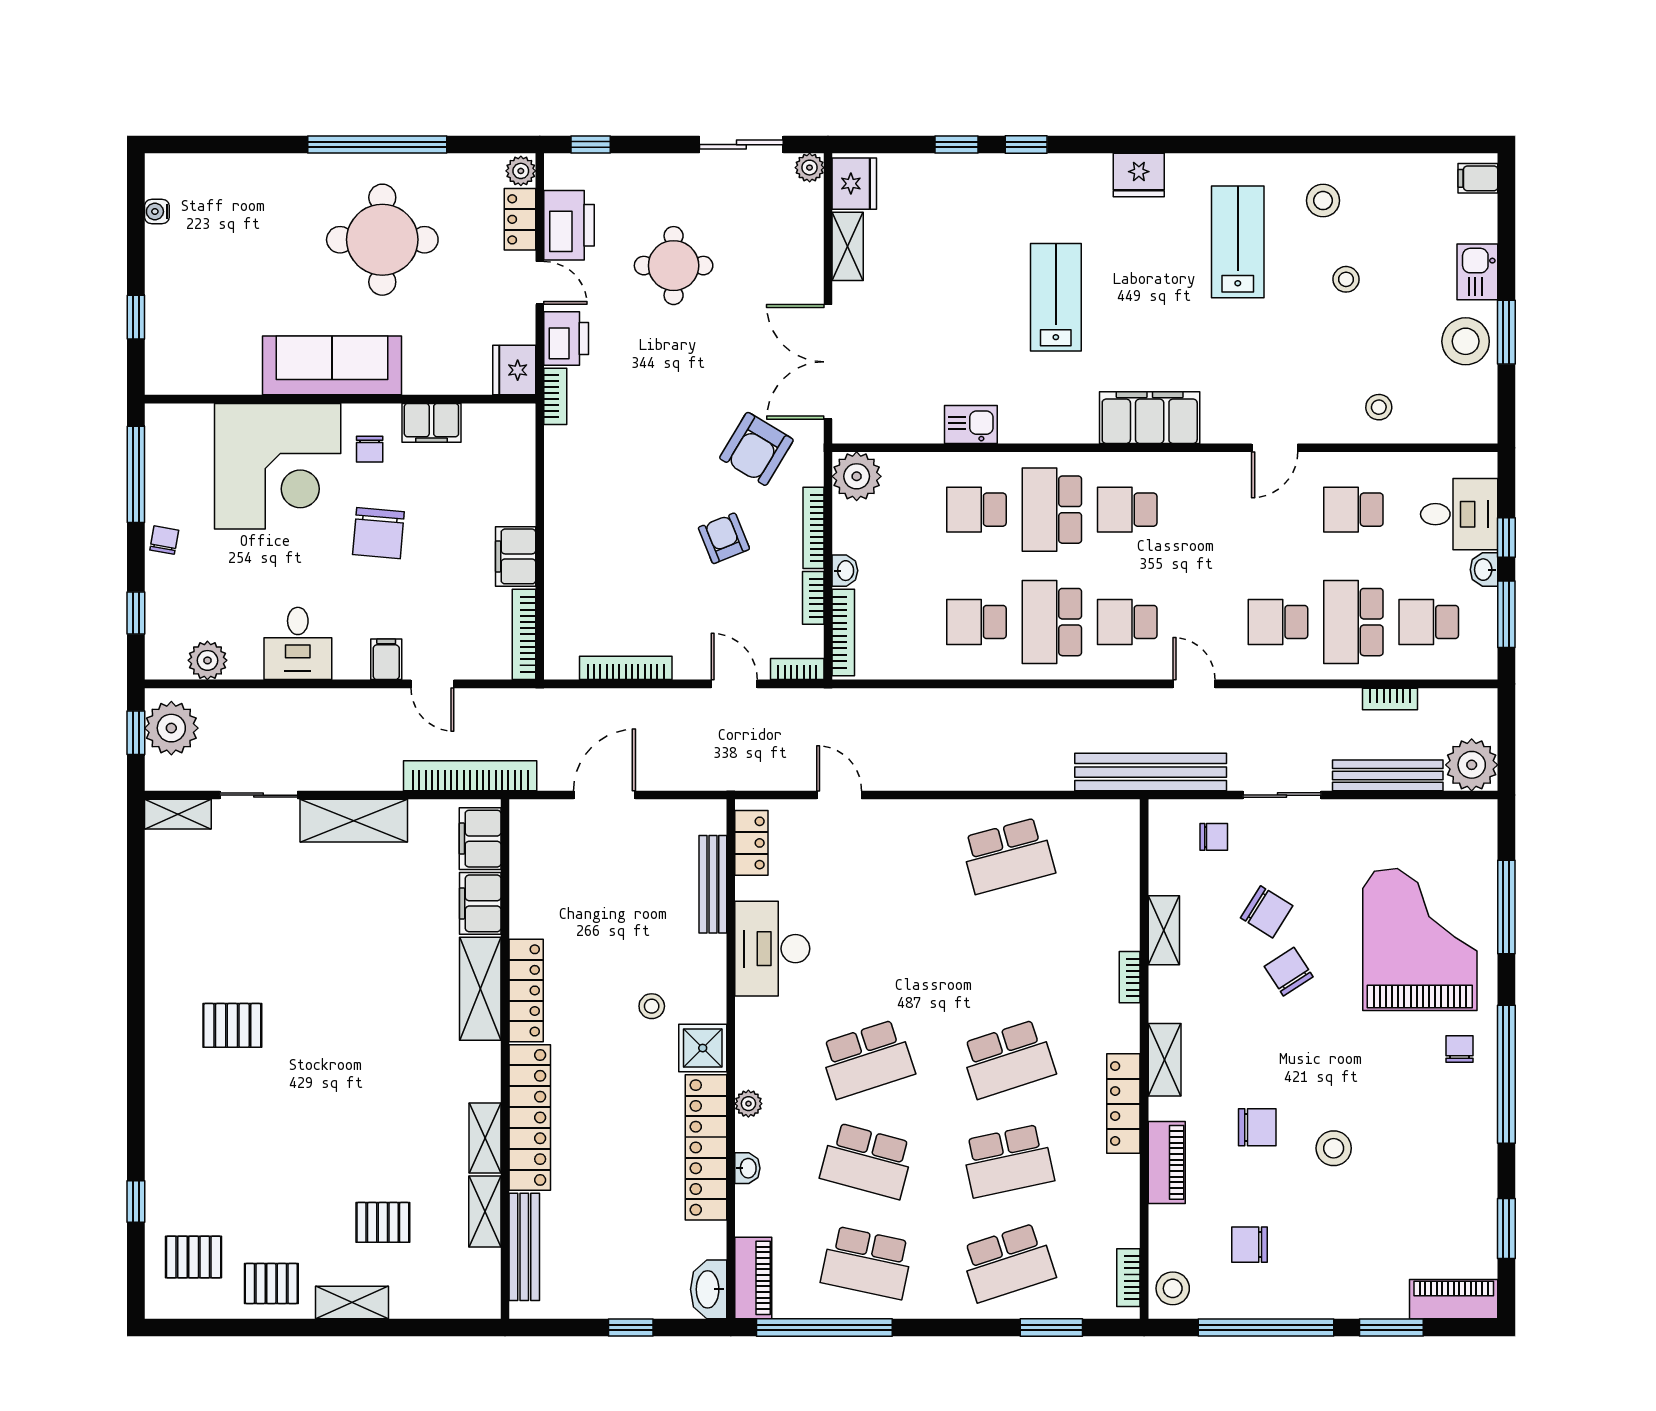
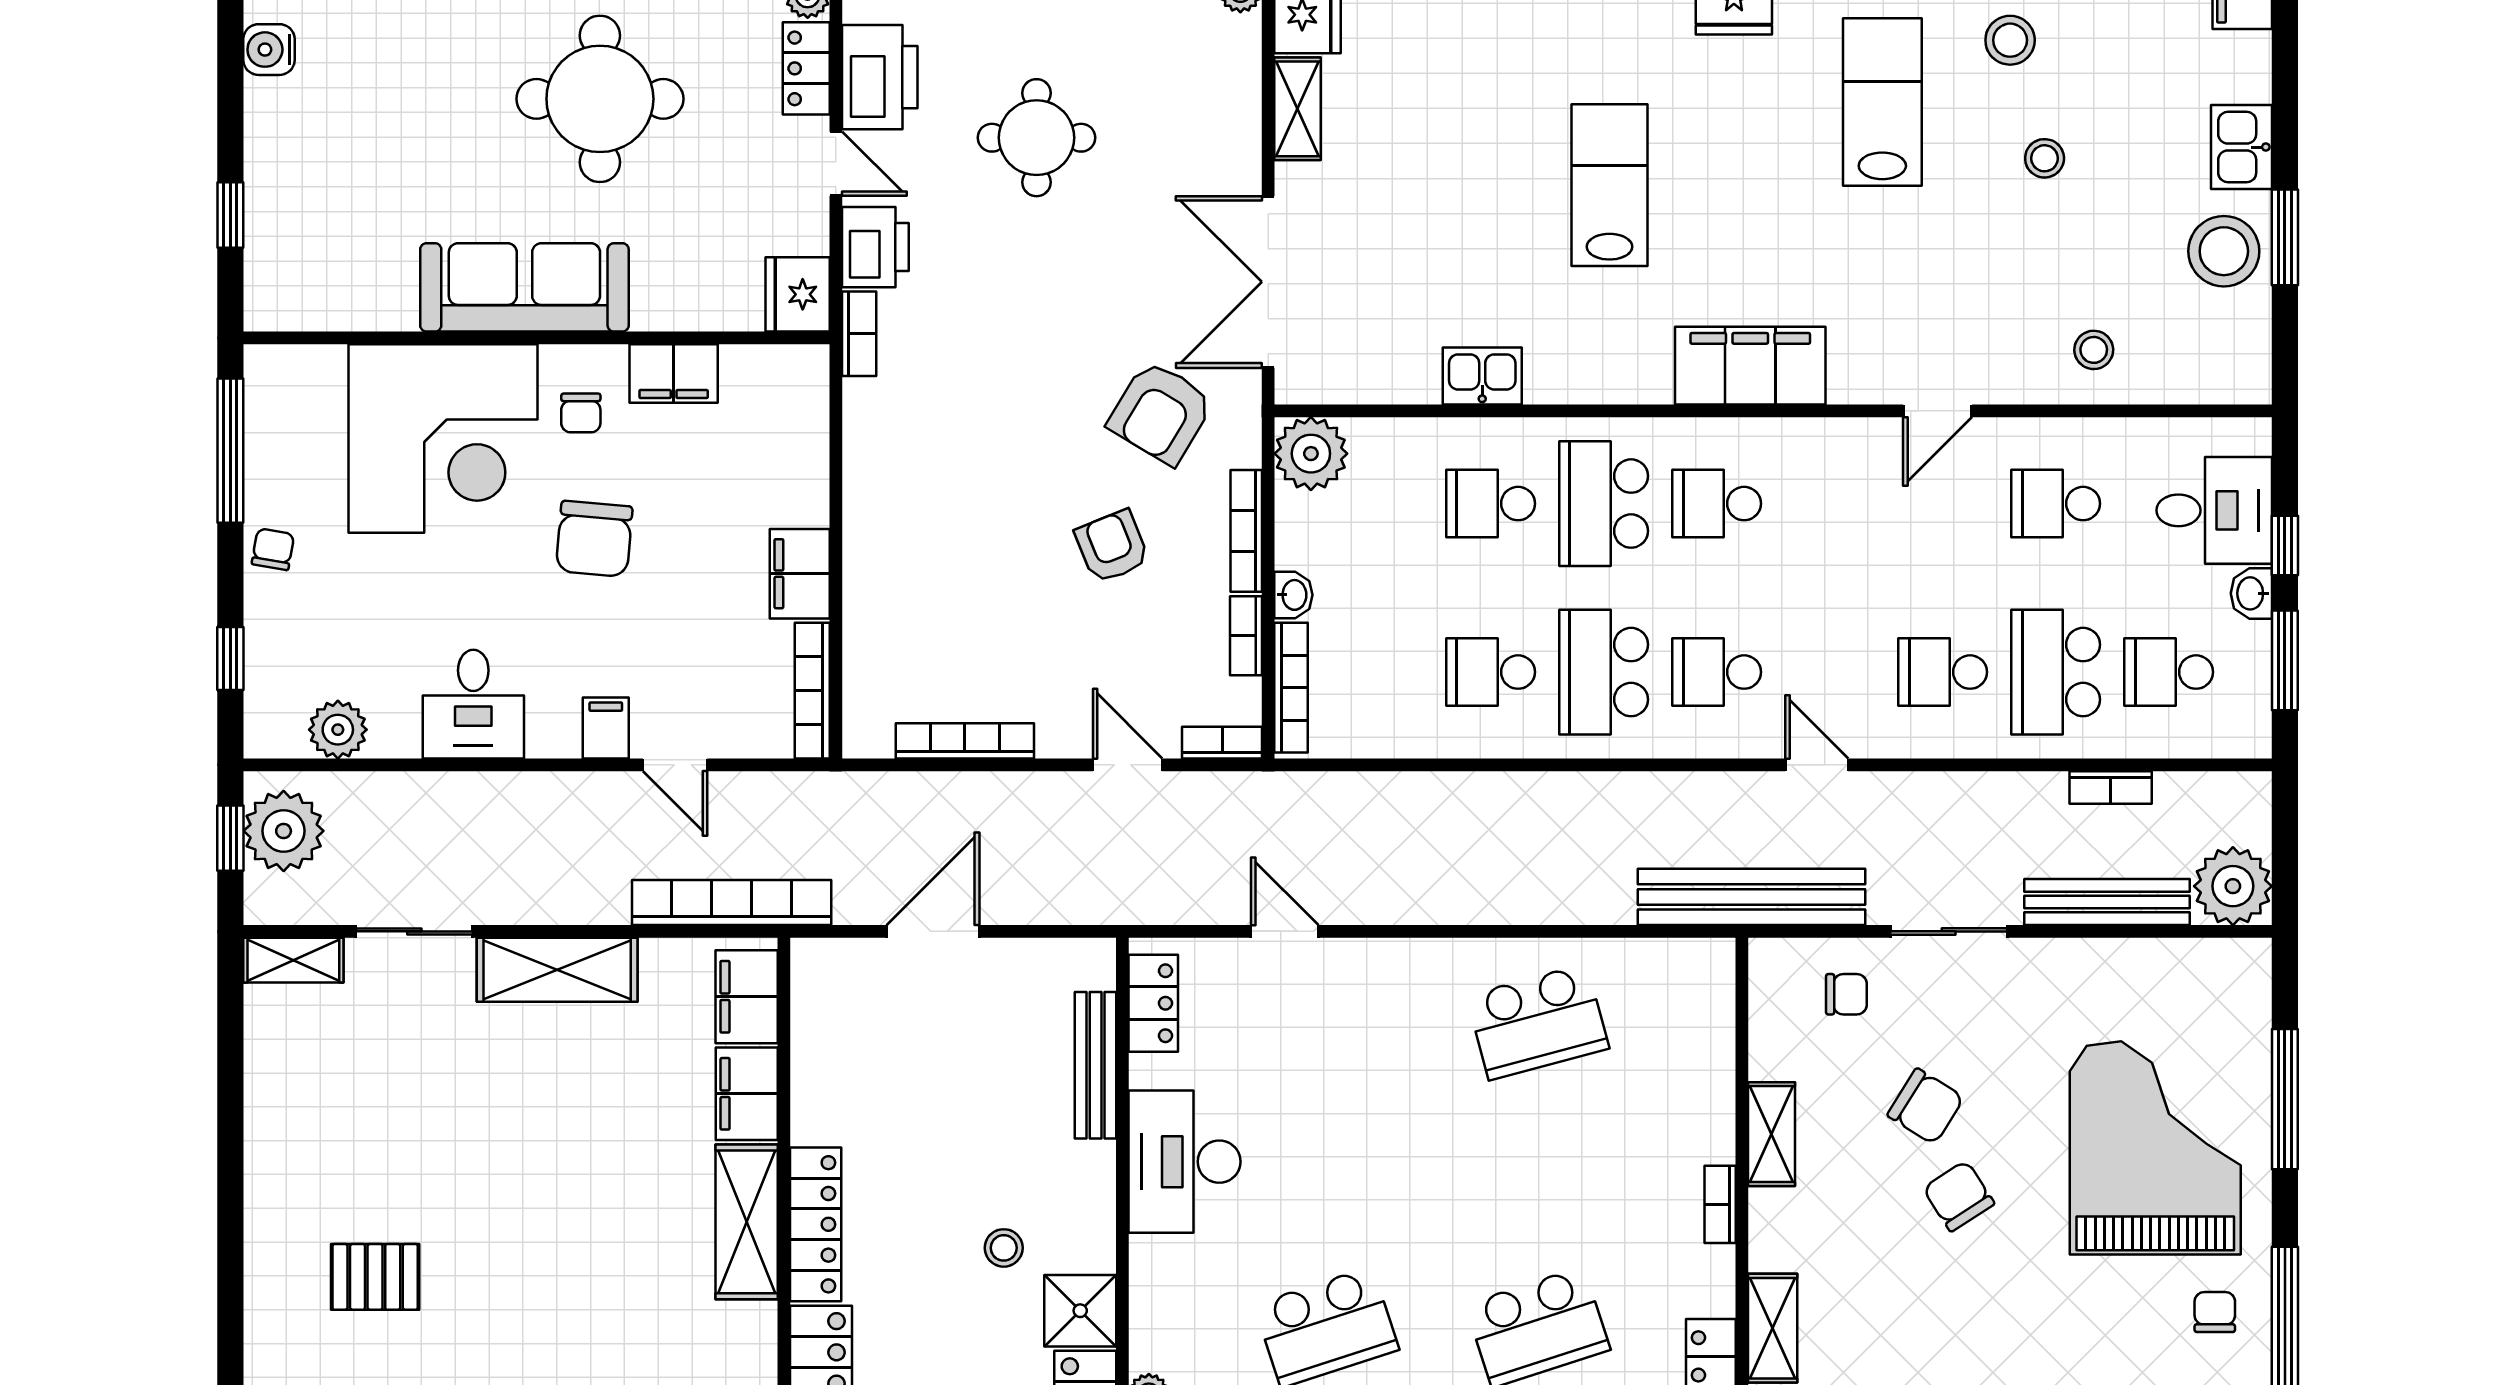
water cooler: (157, 212) -> (269, 50), width x1.38, depth x1.38

